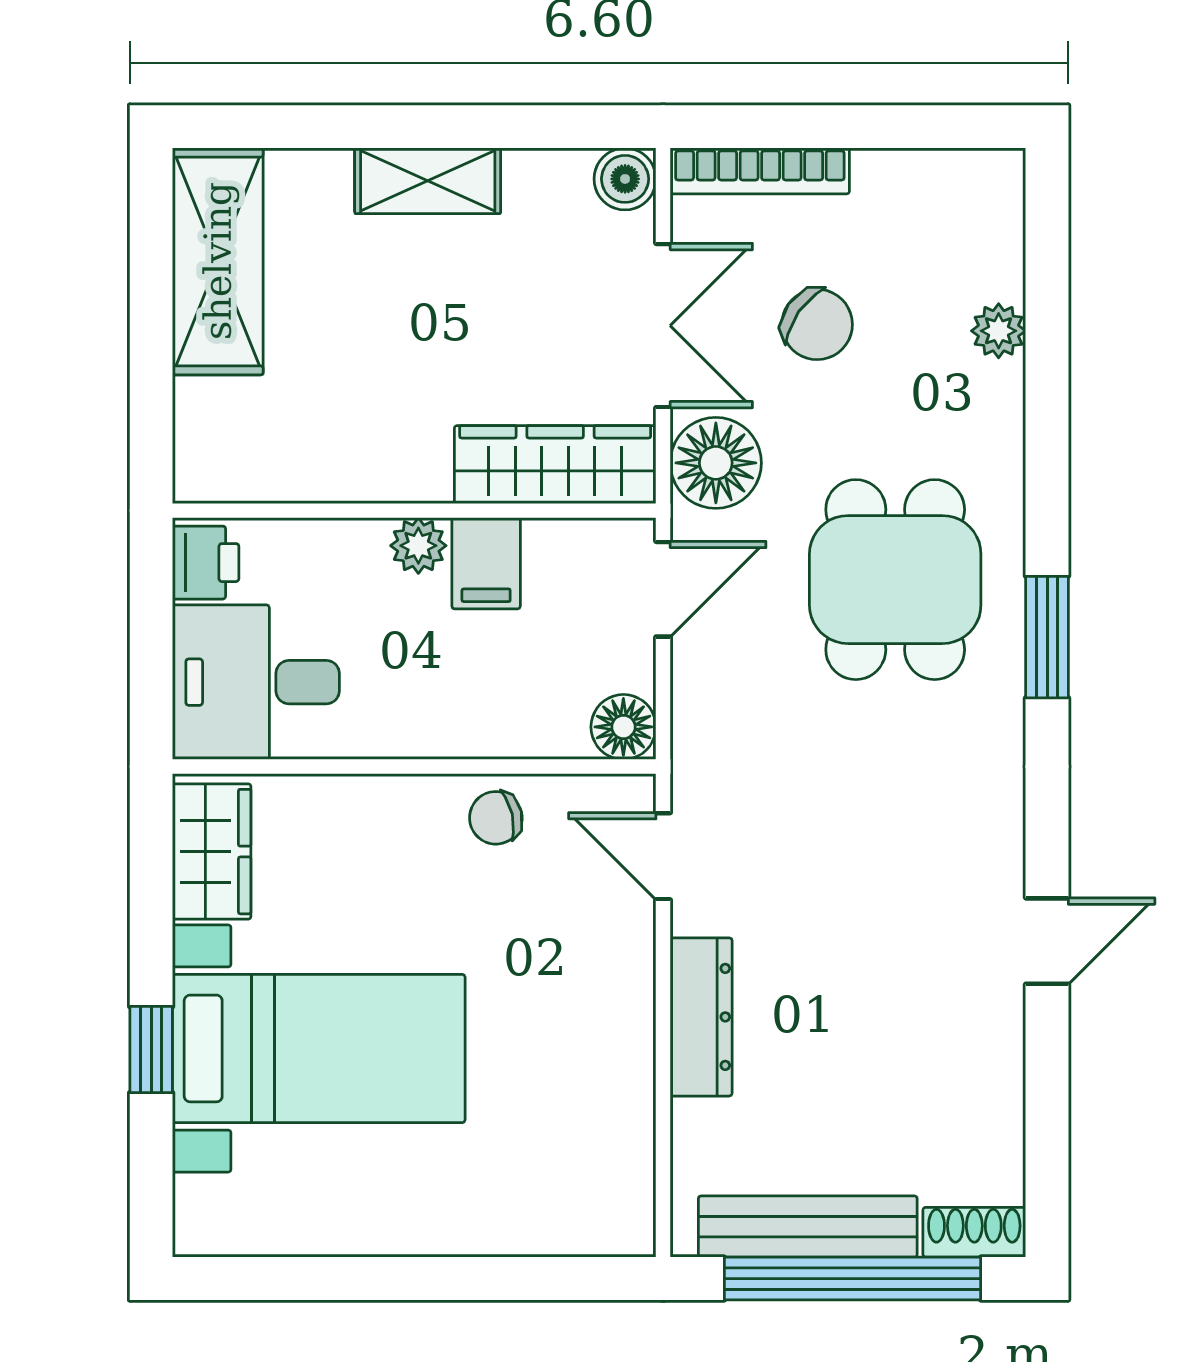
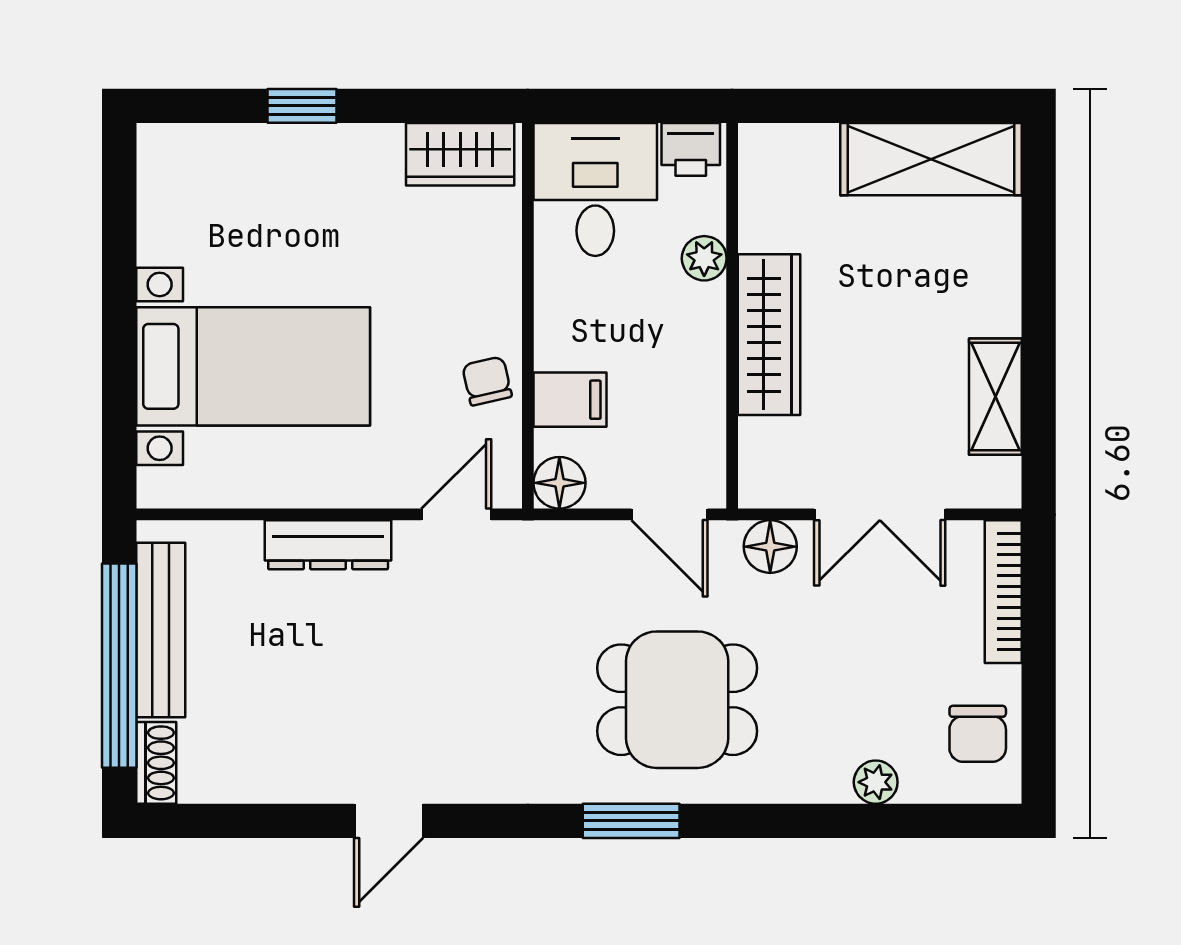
boiler: (625, 179) -> (997, 484), removed
shelving: (428, 181) -> (995, 397), moved
chair: (817, 324) -> (978, 734), moved, turned -35
floor lamp: (716, 463) -> (770, 547), width x0.73, depth x0.73
wardrobe: (555, 465) -> (769, 335), moved
plant: (418, 546) -> (704, 258), moved
filing cabinet: (486, 563) -> (570, 400), moved, turned 180
door: (1047, 941) -> (389, 821), hinge flipped
bed with nightstands: (319, 1048) -> (253, 366), moved, turned -90

